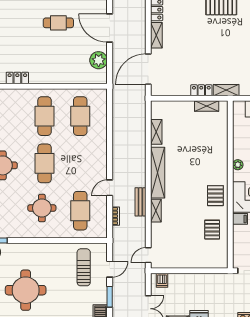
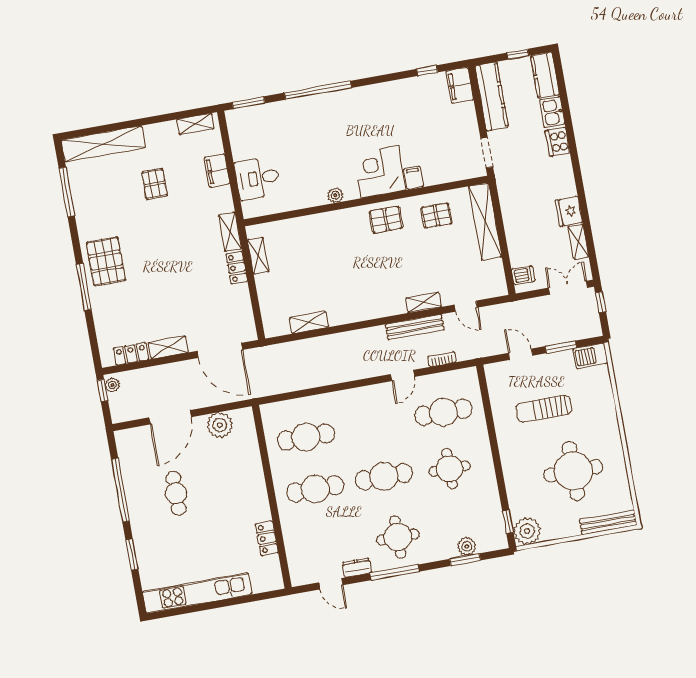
shelving: (158, 173) -> (485, 222), moved, turned 90
door: (110, 188) -> (402, 375), hinge flipped
bench: (140, 202) -> (415, 327), width x1.36
door: (148, 255) -> (466, 306), moved
sun lounger: (84, 267) -> (544, 409), moved

